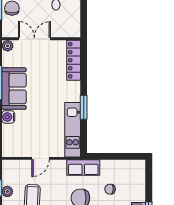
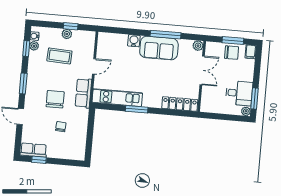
door: (40, 158) -> (94, 66), swing flipped
row of seats: (83, 168) -> (83, 93), moved

